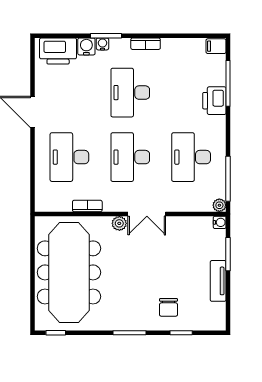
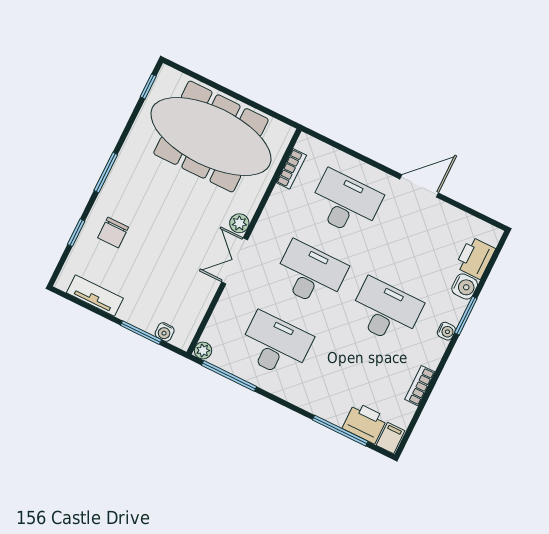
water cooler: (102, 44) -> (446, 331), moved
bookcase: (146, 44) -> (420, 386), moved
printer: (58, 51) -> (475, 258), width x0.73, depth x0.84
printer: (214, 101) -> (365, 423), moved
bookcase: (87, 206) -> (291, 169), moved
water cooler: (220, 222) -> (165, 332), moved
tv unit: (218, 281) -> (95, 296), moved
chair: (169, 307) -> (113, 233), turned -90

